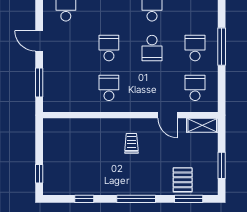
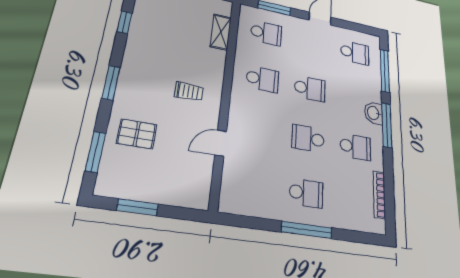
school desk: (195, 88) -> (266, 33), moved
shelving: (202, 125) -> (221, 32), moved
pallet: (183, 180) -> (137, 134), moved
window: (136, 199) -> (111, 83), width x0.69

